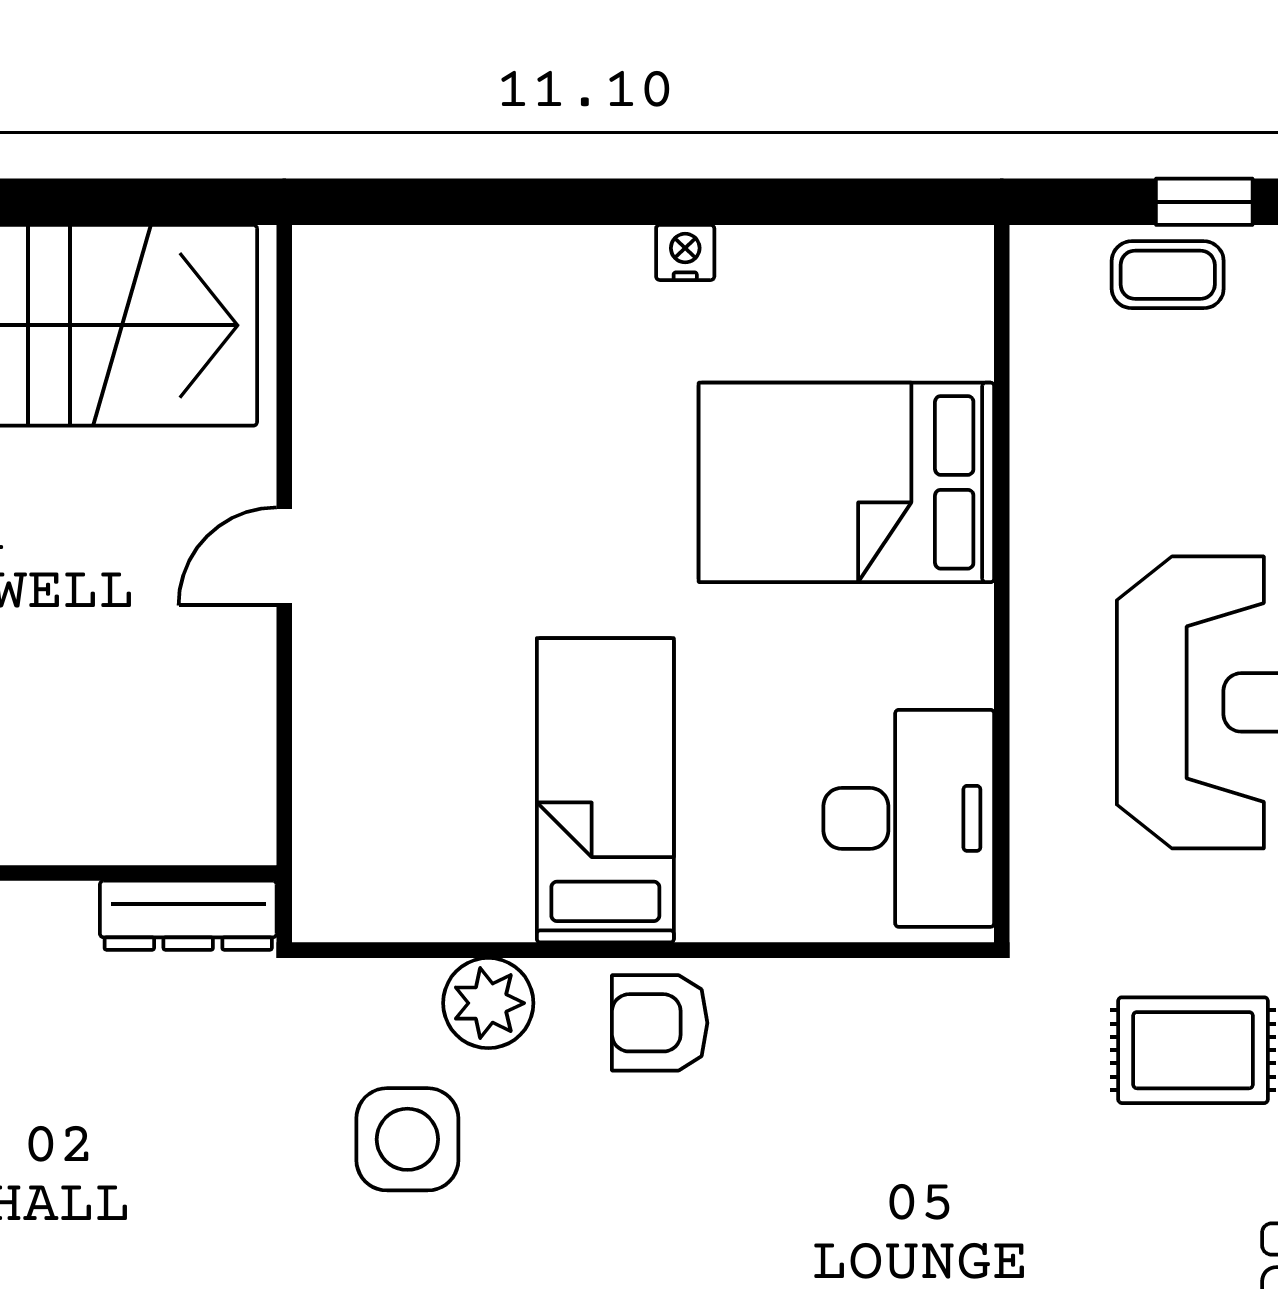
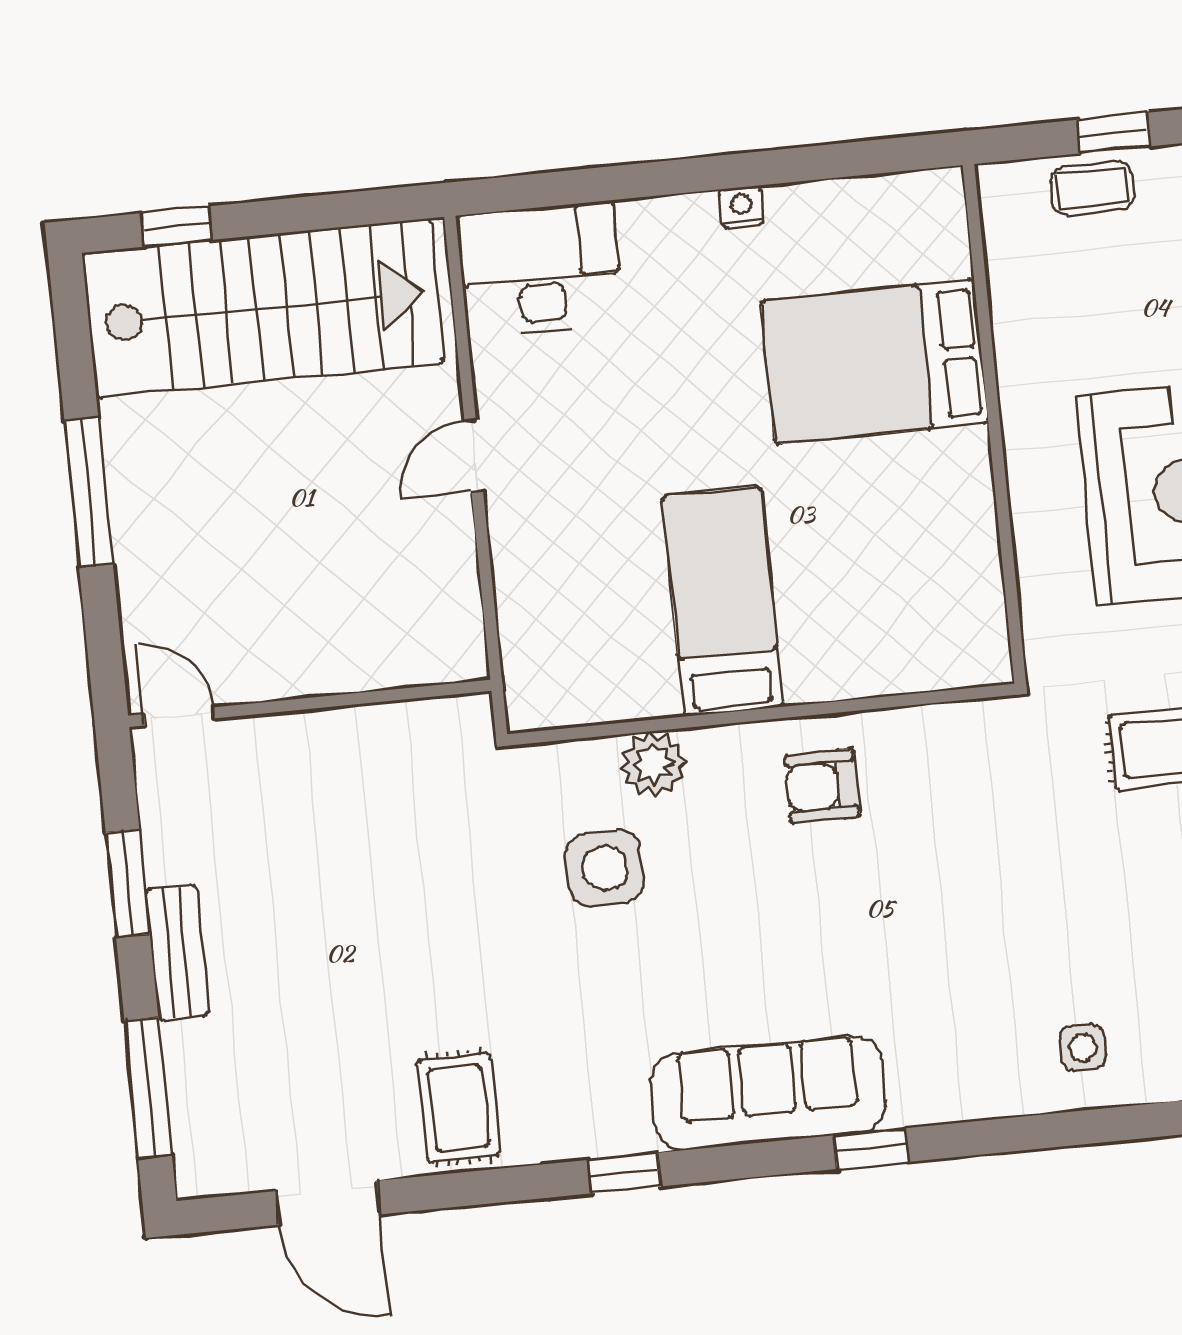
desk: (909, 818) -> (540, 269), moved, turned -90
dresser: (188, 915) -> (430, 722), removed
armchair: (660, 1023) -> (822, 786), moved

